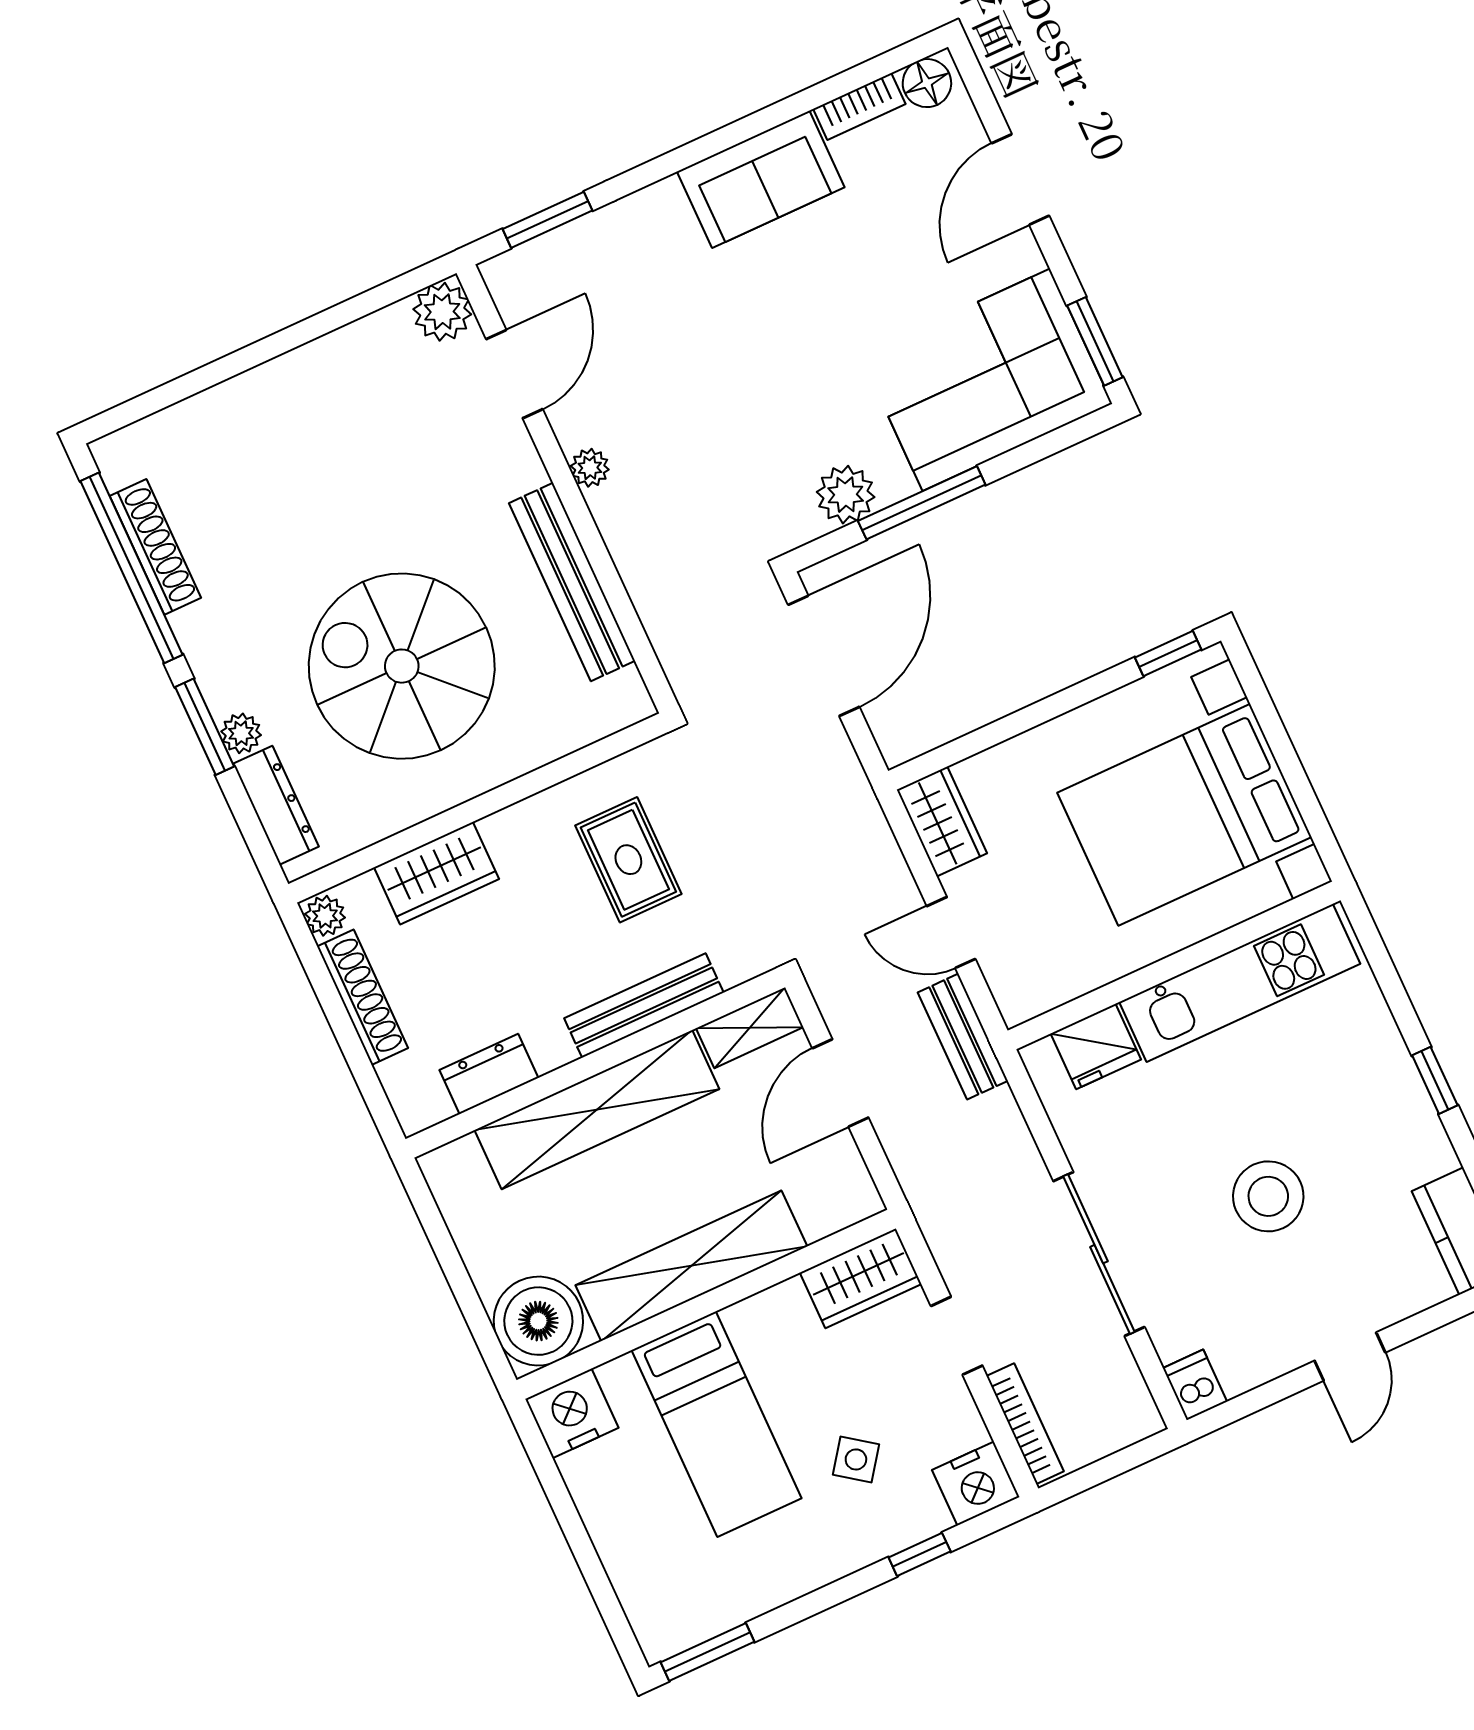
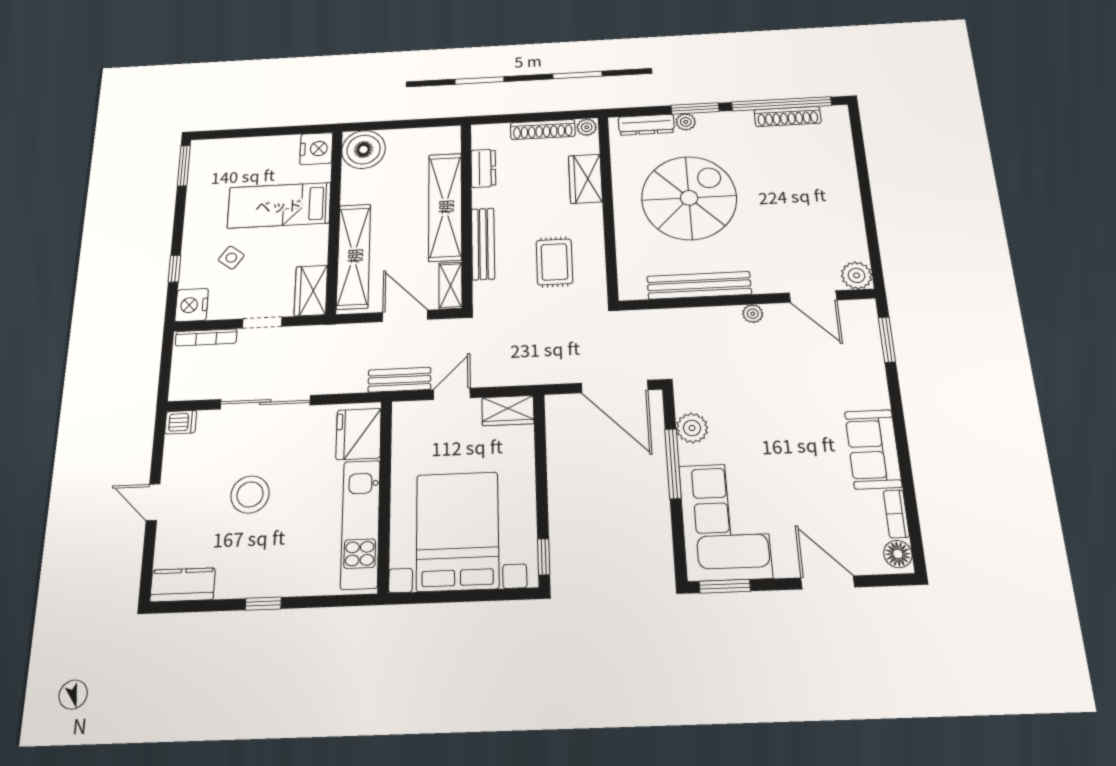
rug: (628, 860) -> (554, 262), turned 90
fridge: (1096, 1047) -> (359, 434), width x1.36, depth x1.34
shelving: (691, 1266) -> (354, 256), moved

